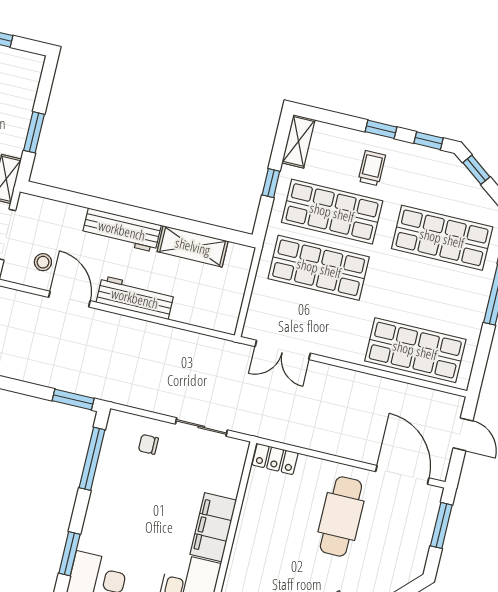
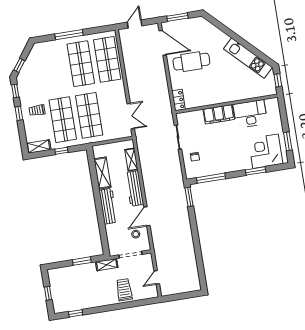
shop shelf: (442, 238) -> (81, 64), moved
shelving: (195, 315) -> (131, 160), added
door: (402, 475) -> (163, 43), swing flipped

